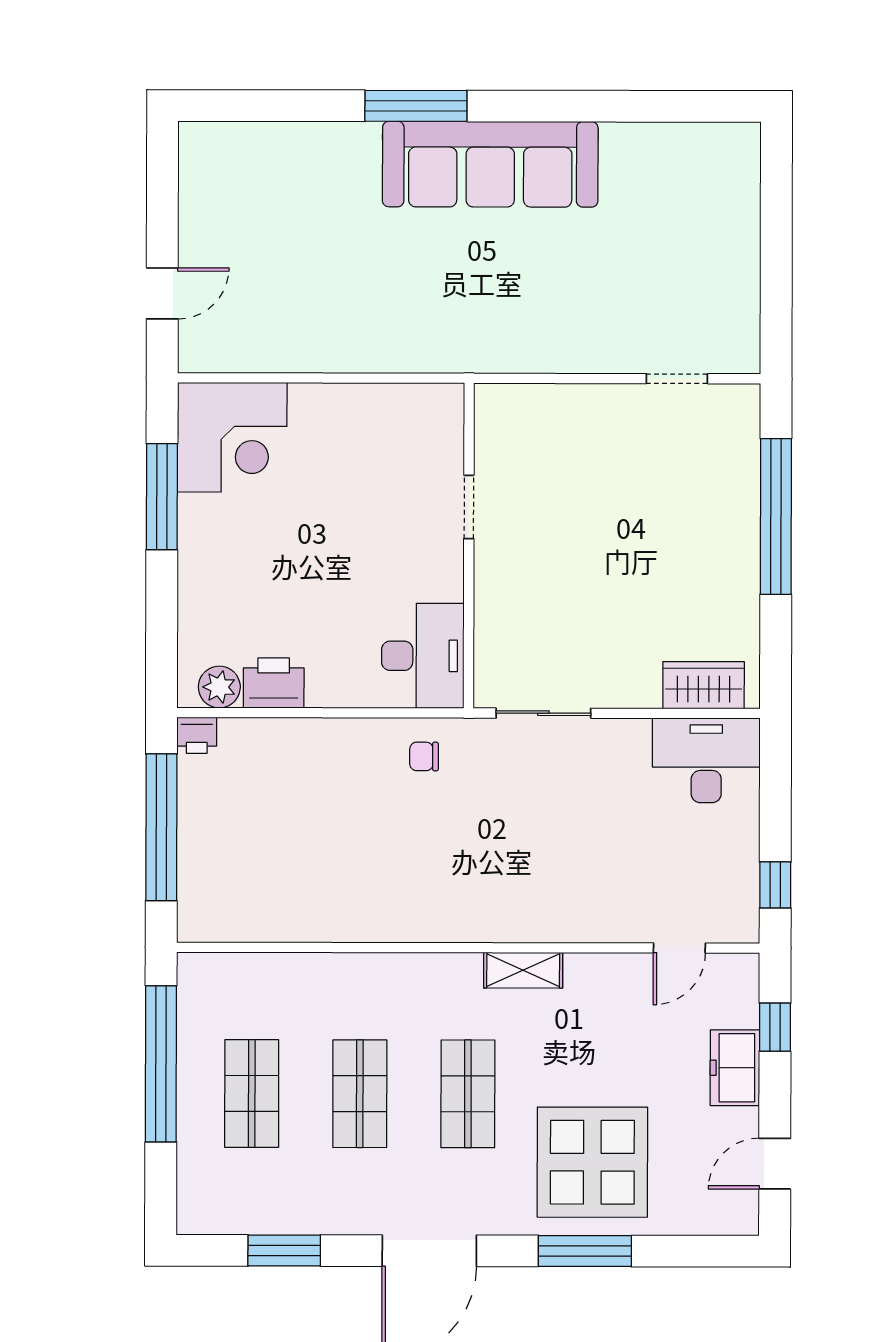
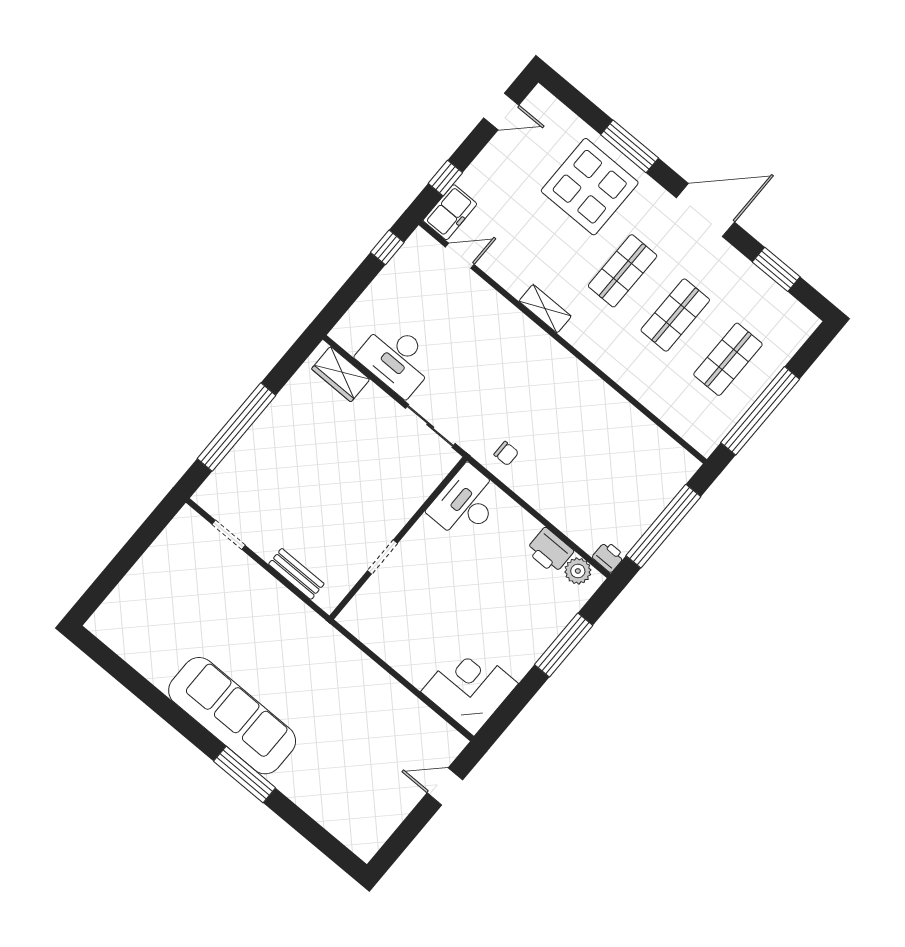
bench: (556, 400) -> (296, 574), added
window: (162, 497) -> (564, 645), moved
desk: (706, 760) -> (397, 359), moved
freezer: (735, 1068) -> (450, 212), moved

